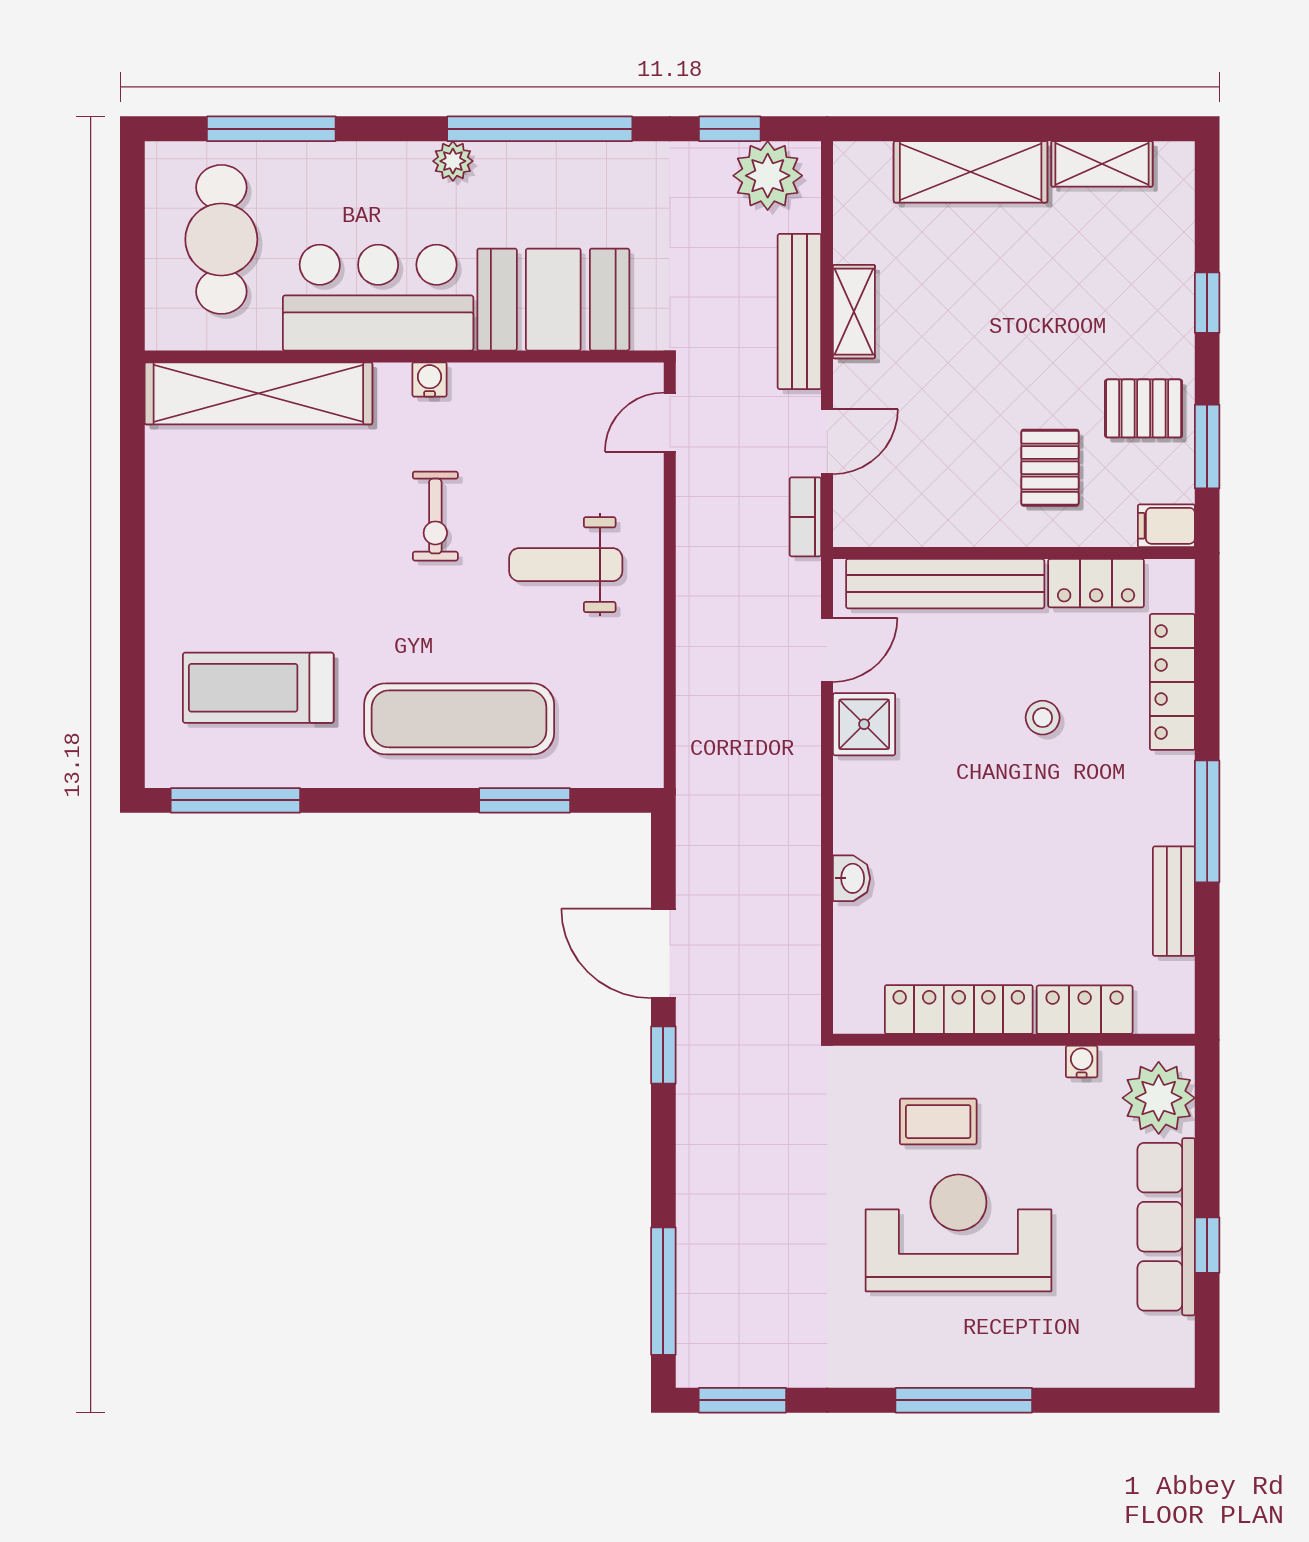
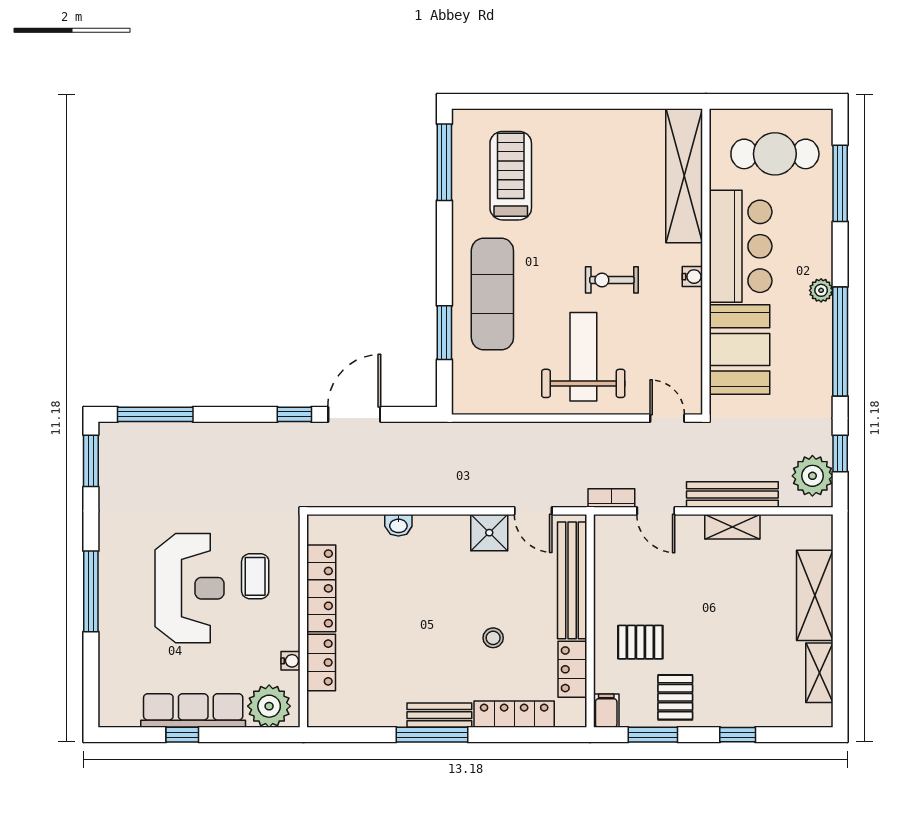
weight bench: (566, 565) -> (583, 357), width x1.36, depth x1.33
bench: (1174, 901) -> (439, 715), moved

